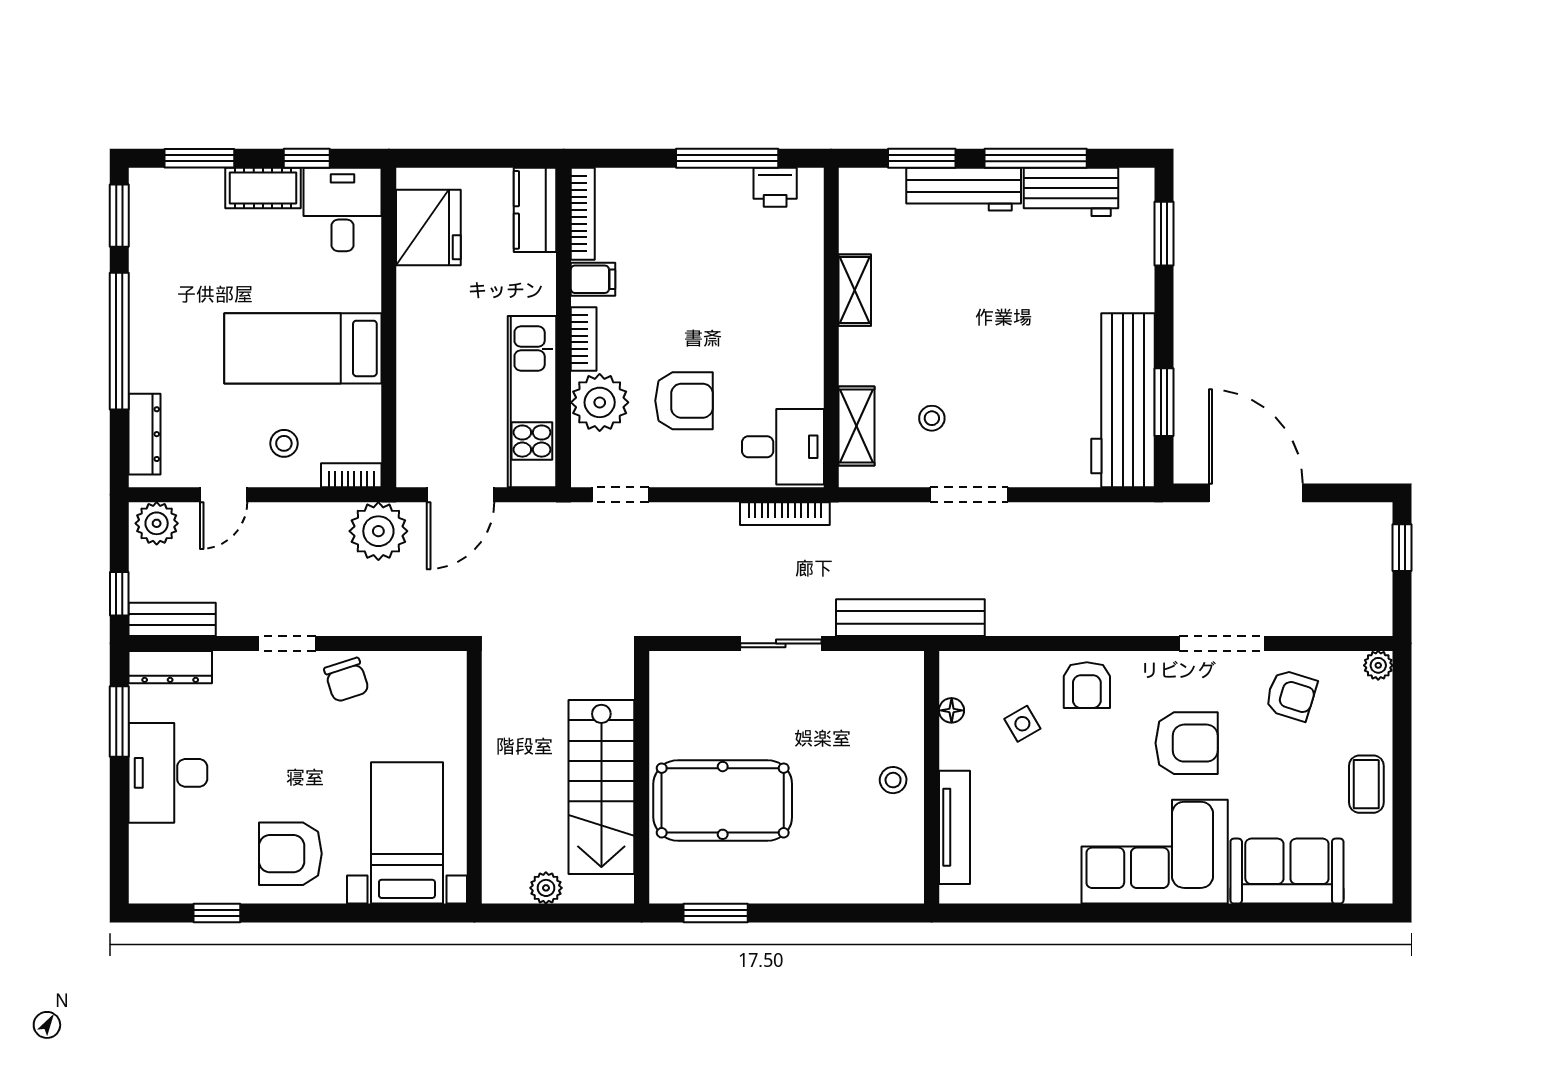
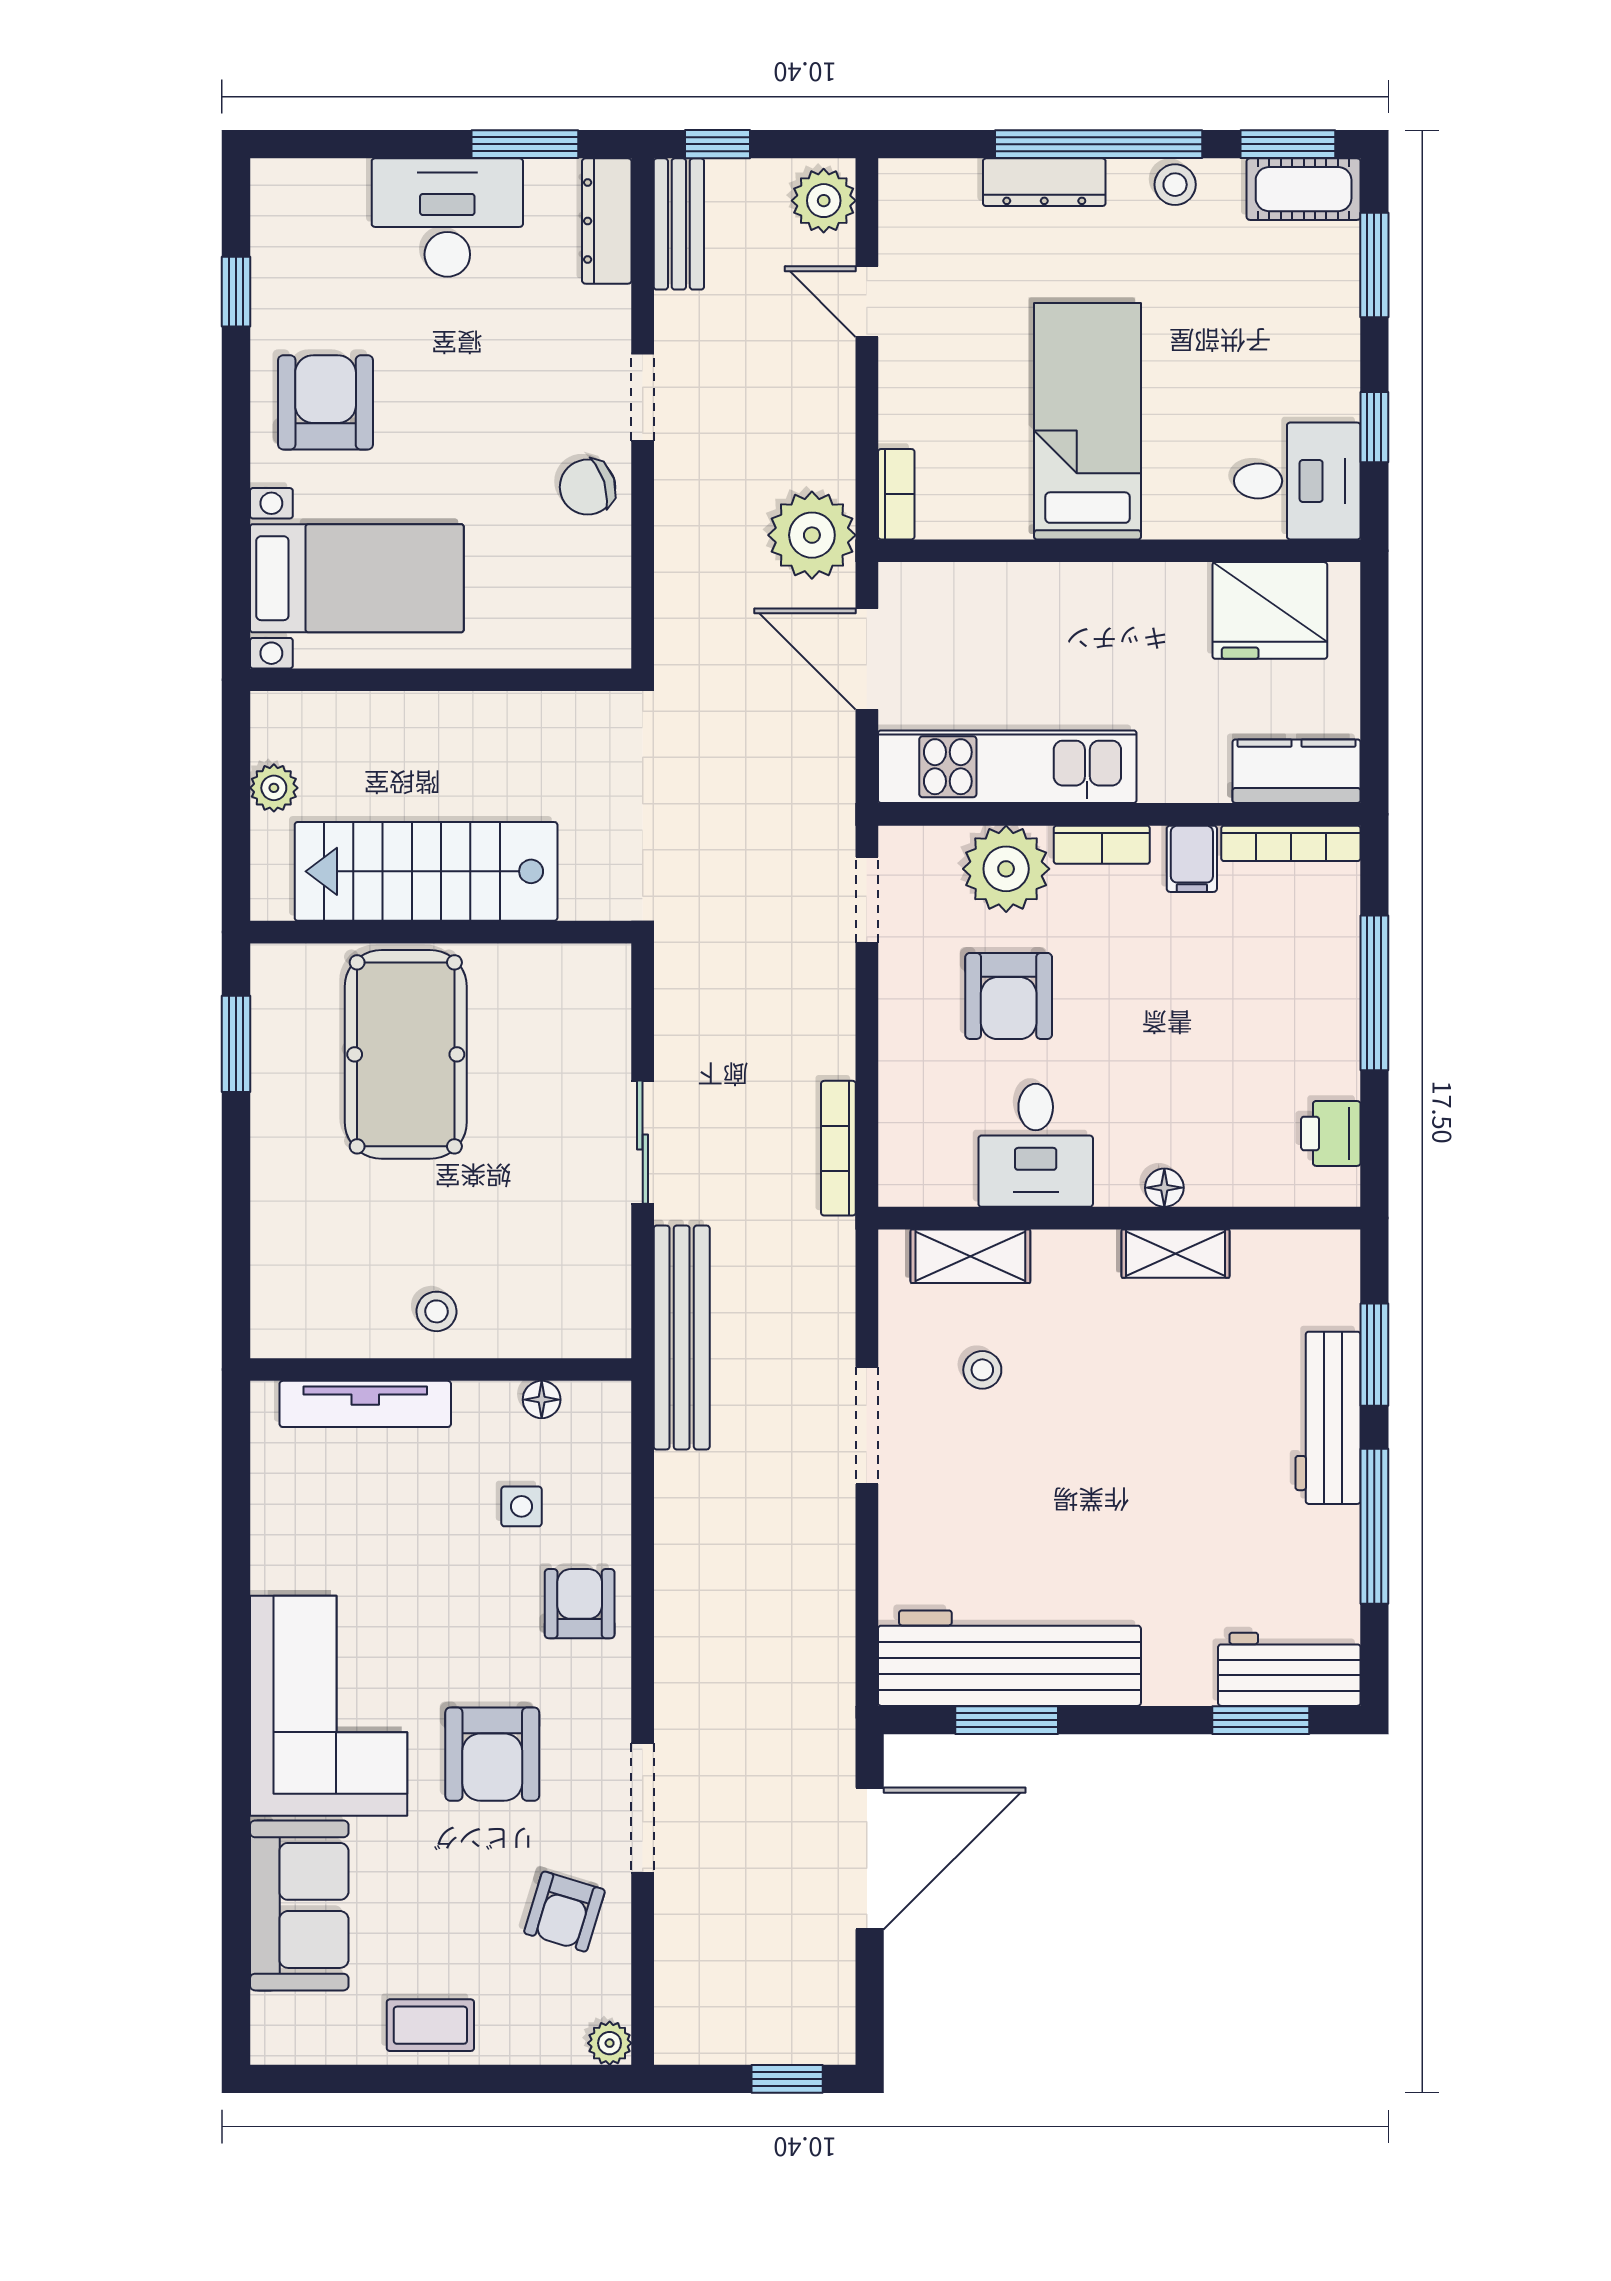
window: (727, 158) -> (1374, 993), moved
cot: (263, 188) -> (1304, 189), moved, turned 90
workbench: (1071, 192) -> (1289, 1669), moved, turned 90
floor lamp: (811, 297) -> (1164, 1188), added
dresser: (144, 434) -> (1044, 182), moved
stool: (284, 443) -> (1175, 185), moved
desk: (783, 447) -> (1036, 1145), moved
armchair: (1087, 685) -> (580, 1604), turned 90
side table: (1022, 724) -> (522, 1506), turned 30

